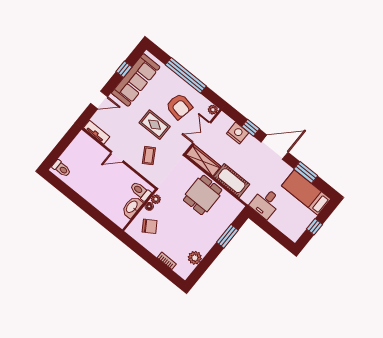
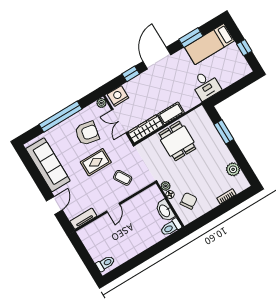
window: (124, 69) -> (34, 172), removed
nightstand: (238, 133) -> (118, 96), moved
cot: (232, 181) -> (171, 113), width x0.73, depth x0.75
toilet: (140, 191) -> (171, 227), moved

